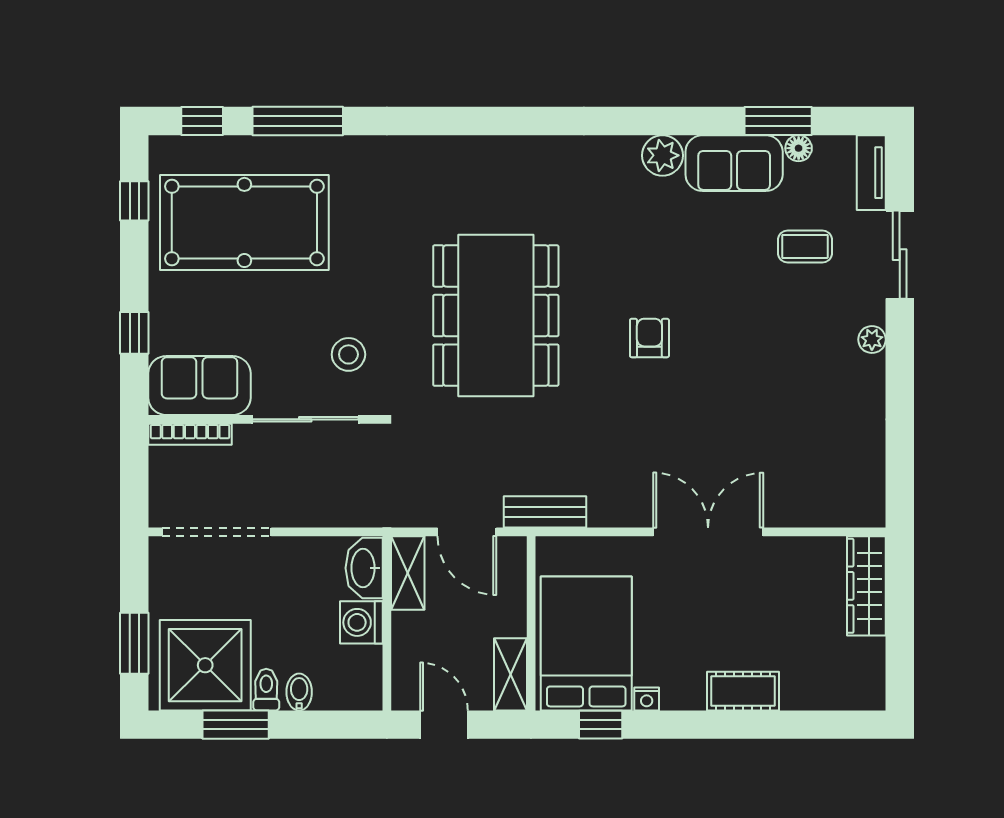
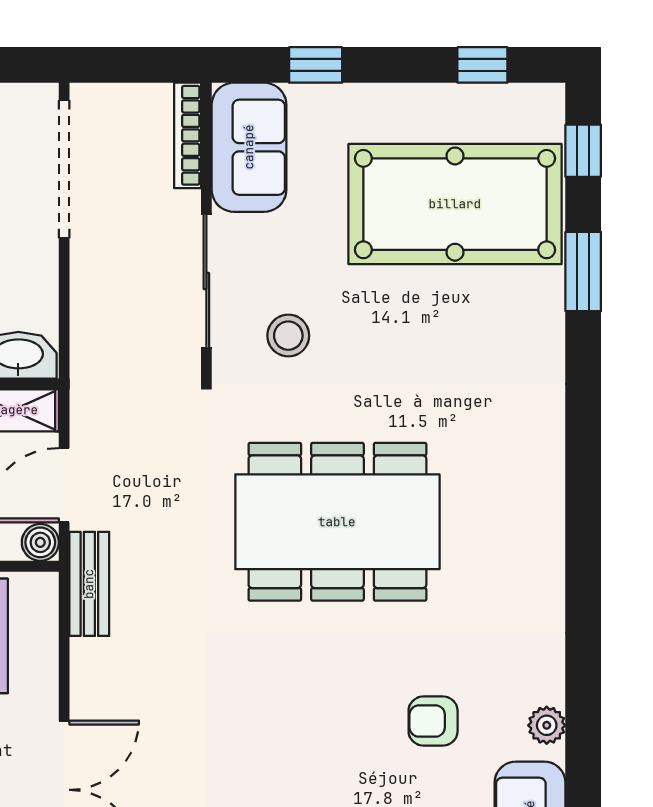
window: (298, 121) -> (583, 272), width x0.69
plant: (662, 155) -> (547, 725), width x0.73, depth x0.73
pool table: (244, 222) -> (455, 204), turned 90
armchair: (649, 338) -> (433, 721), moved, turned 180
boiler: (512, 551) -> (40, 542), added

